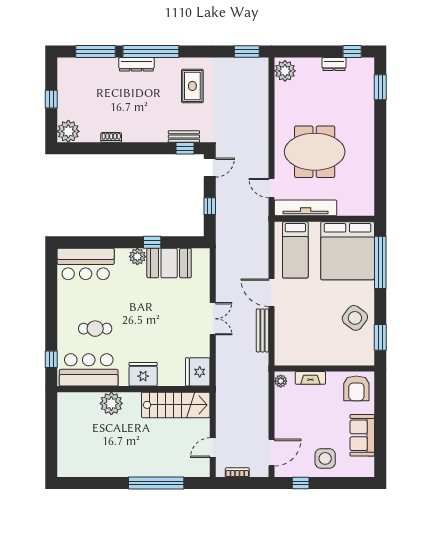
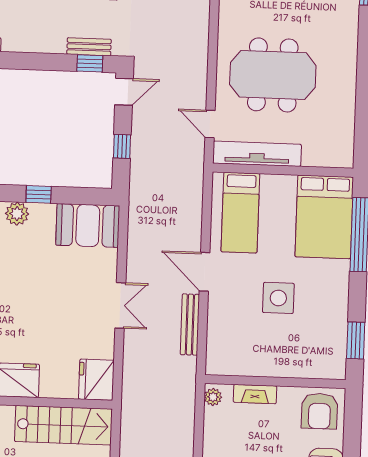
bed: (348, 251) -> (324, 217), width x0.73
booth: (169, 263) -> (88, 225), moved
side table: (355, 318) -> (278, 298), moved, turned -37

